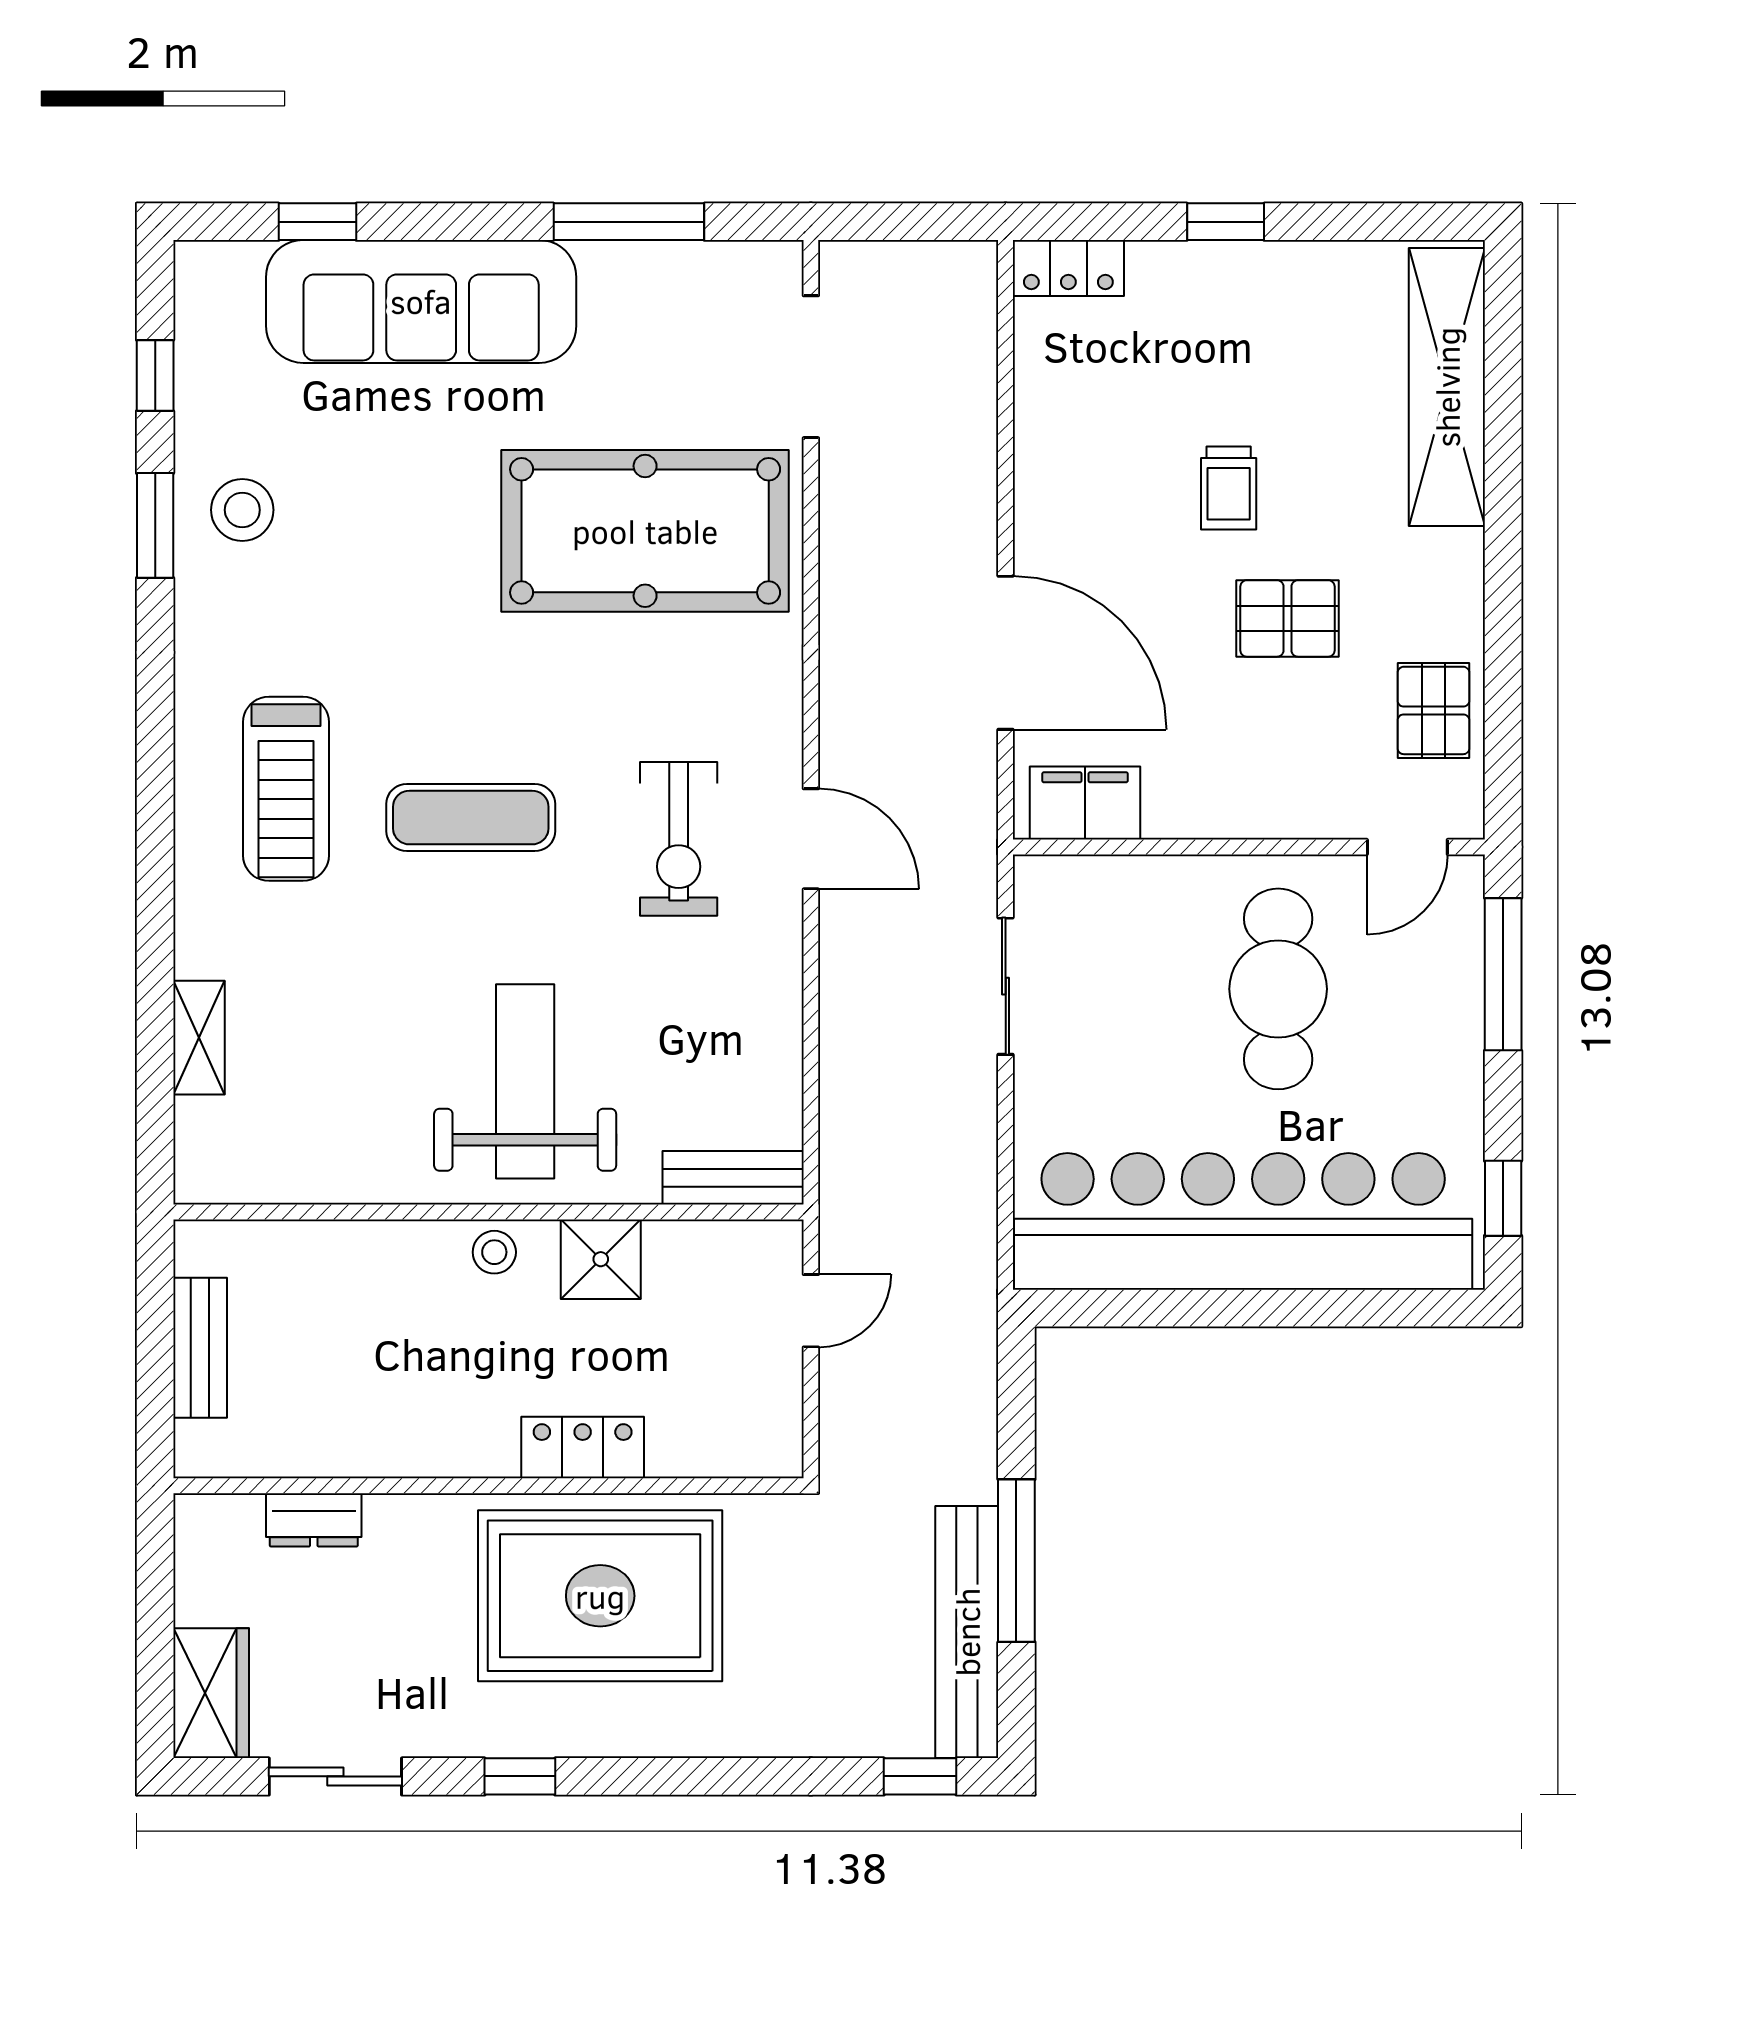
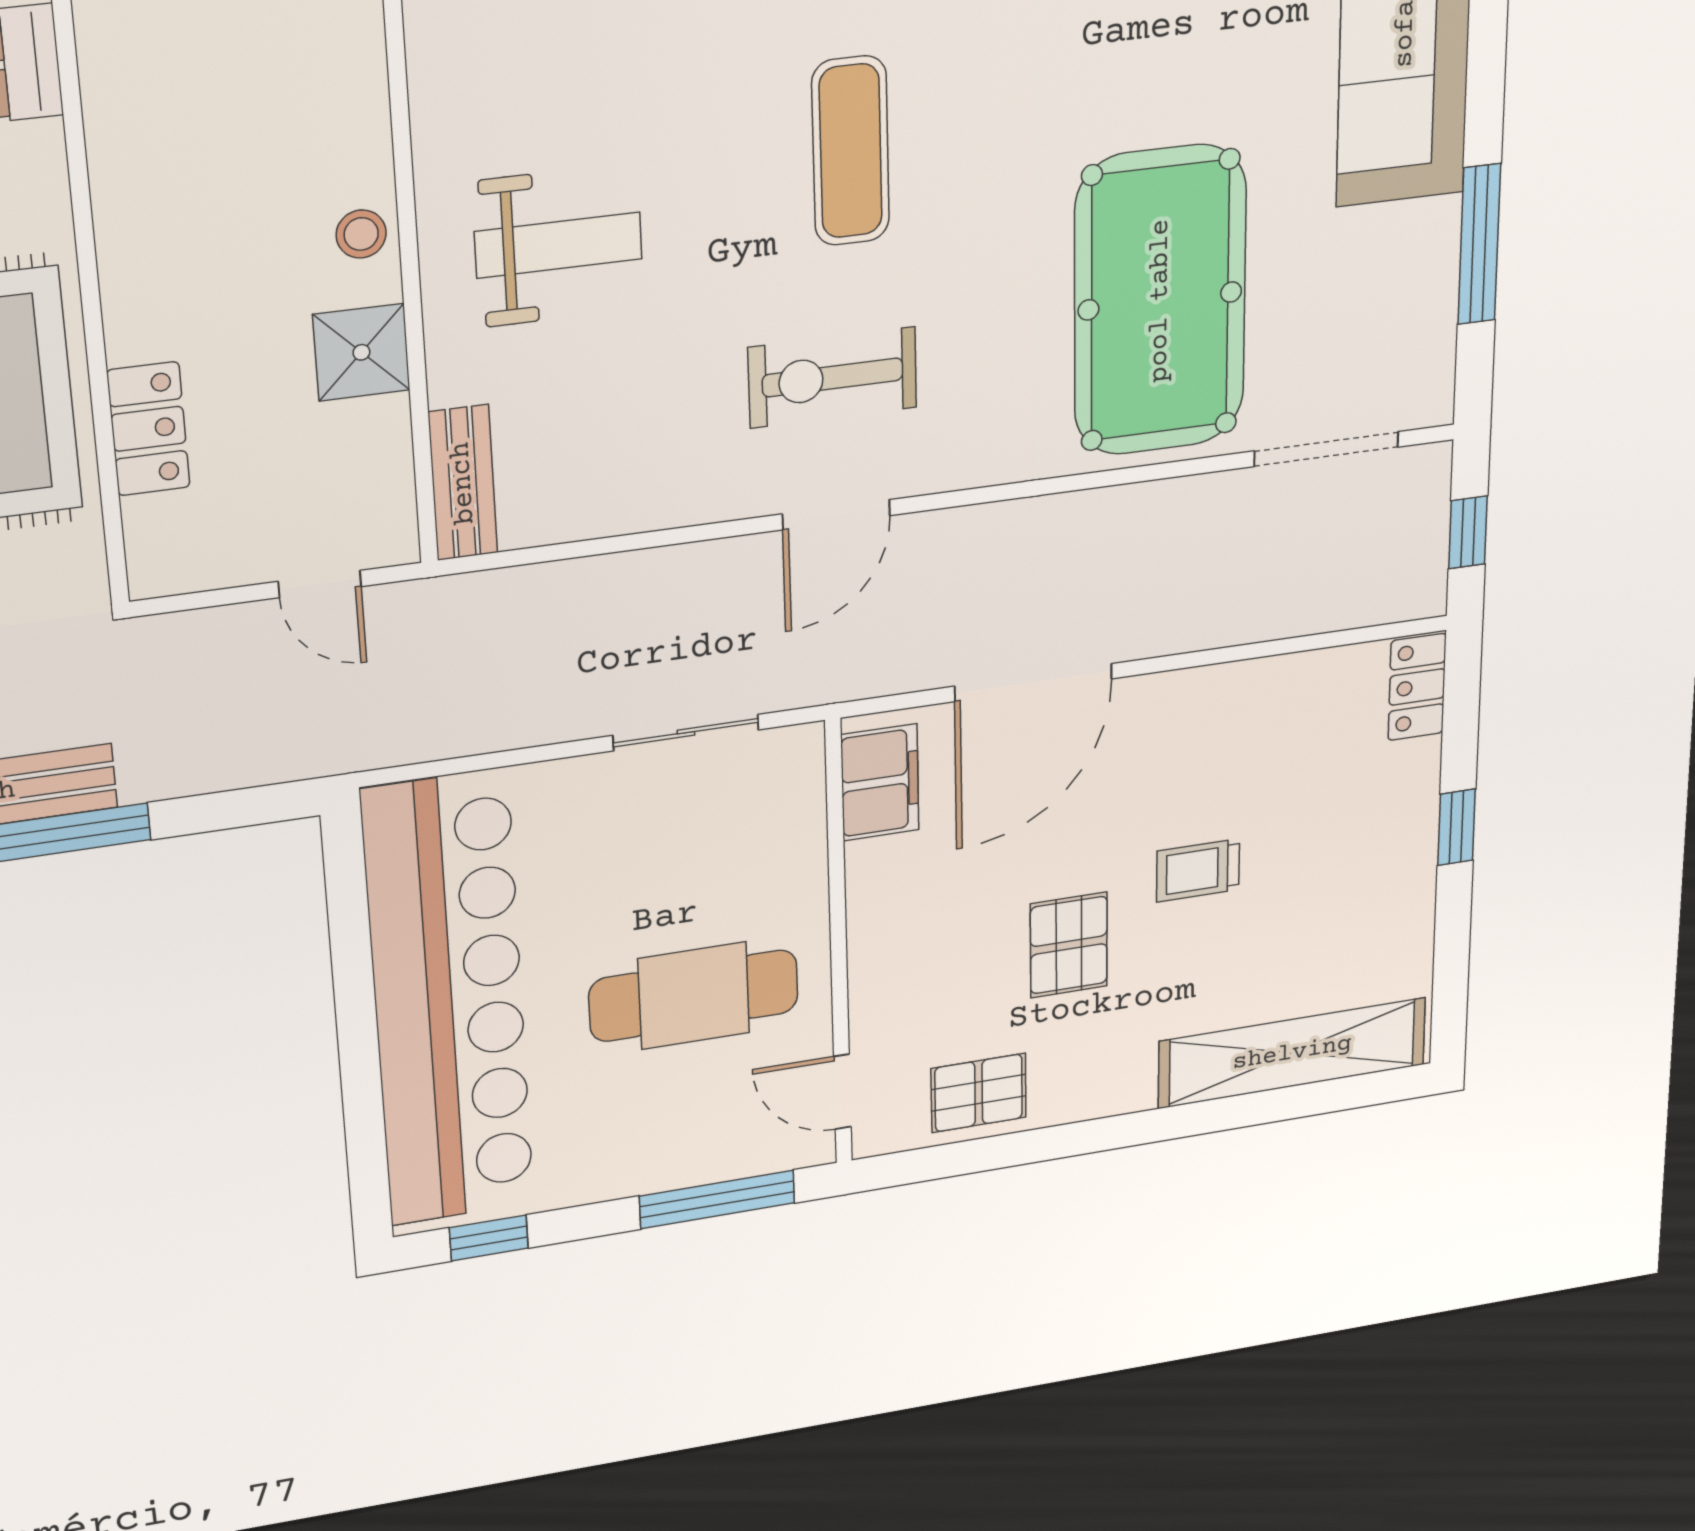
window: (915, 222) -> (1468, 532), added
weight bench: (525, 1081) -> (558, 245), width x0.73, depth x0.75
locker: (583, 1448) -> (148, 429), moved

